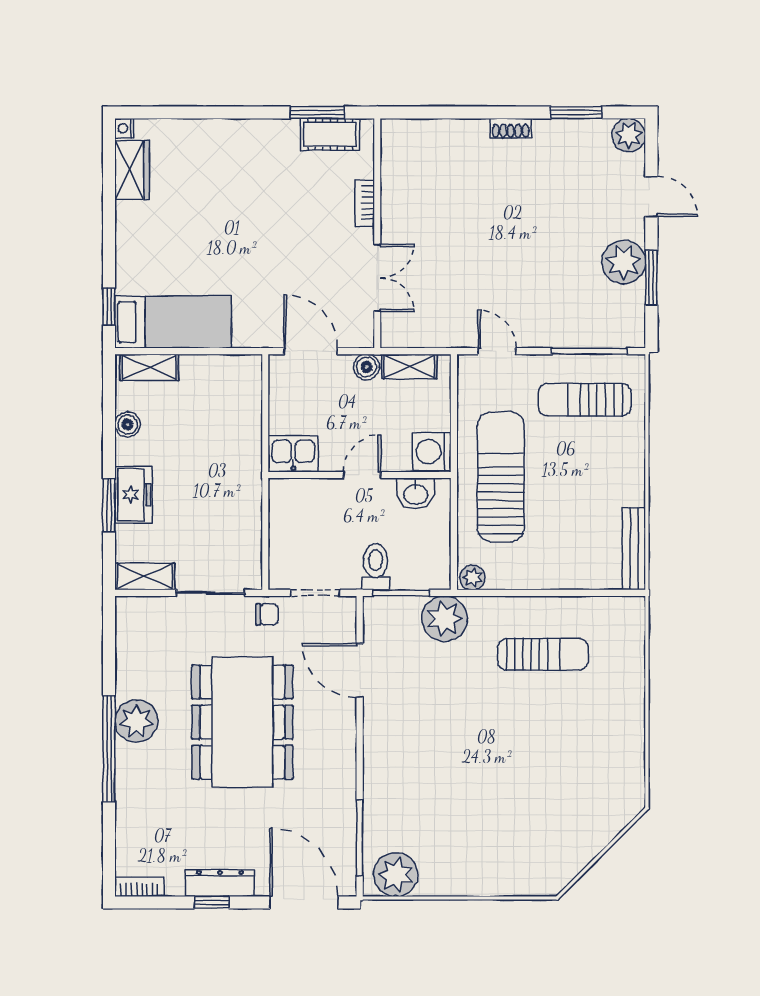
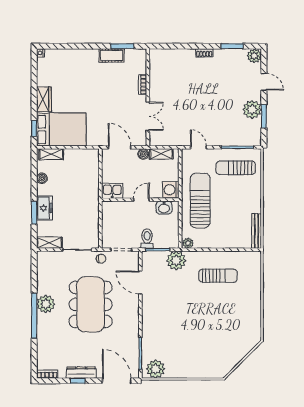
cot: (330, 134) -> (112, 55), moved
wardrobe: (132, 170) -> (44, 99), moved
bed: (173, 322) -> (61, 129), width x1.50

